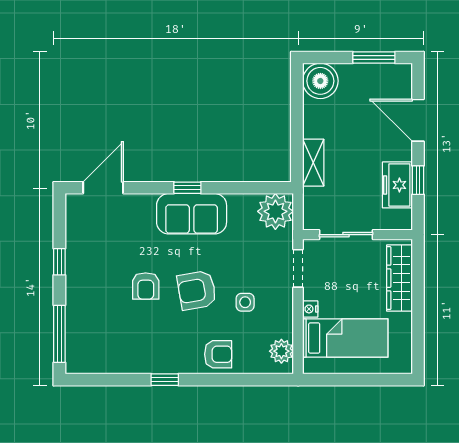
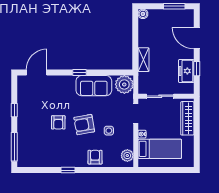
boiler: (320, 81) -> (143, 14), width x0.54, depth x0.54
sofa: (192, 214) -> (94, 86), moved
armchair: (218, 354) -> (95, 157), turned -90

